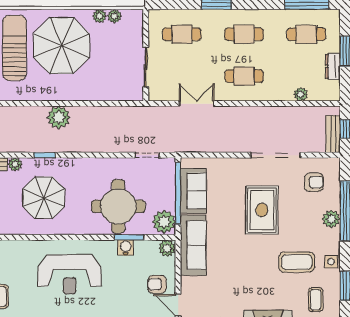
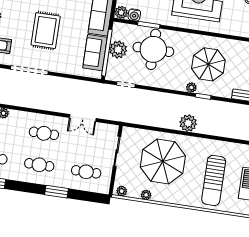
plant: (114, 16) -> (122, 191), moved
parasol: (62, 46) -> (163, 161), moved
plant: (15, 164) -> (191, 87), moved
plant: (164, 222) -> (118, 50), moved
water cooler: (126, 248) -> (134, 15), moved

